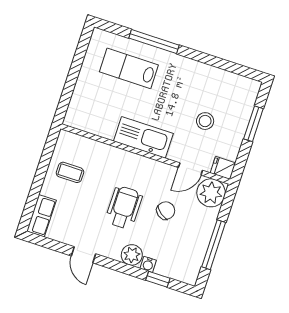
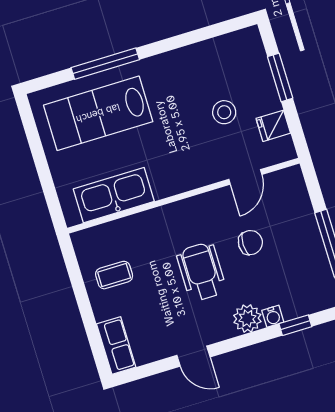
lab bench: (129, 68) -> (98, 113), width x1.36, depth x1.39
kitchen sink: (143, 137) -> (114, 195), moved
fridge: (223, 168) -> (273, 126), moved
plant: (211, 193) -> (287, 187), removed
chair: (166, 211) -> (250, 243), turned 53

